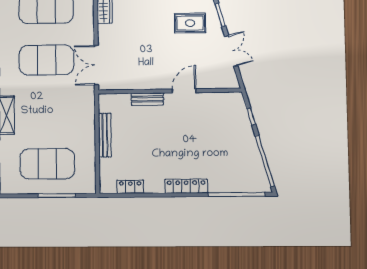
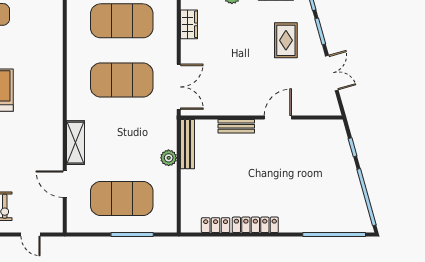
rug: (190, 23) -> (286, 40), turned 90
double door: (96, 65) -> (179, 87), swing flipped
plant: (88, 128) -> (169, 158), added
bench: (105, 135) -> (188, 144), moved
locker: (186, 186) -> (255, 225), moved

